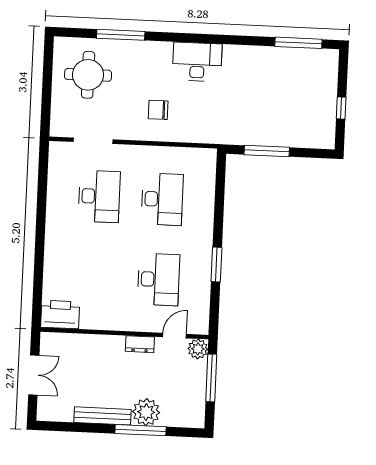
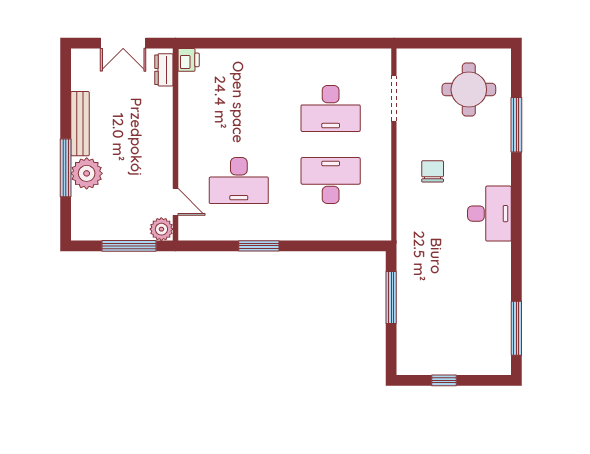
desk: (162, 199) -> (331, 181), turned 180
printer: (60, 315) -> (189, 60), width x0.53, depth x0.68
dresser: (140, 344) -> (164, 70), moved

